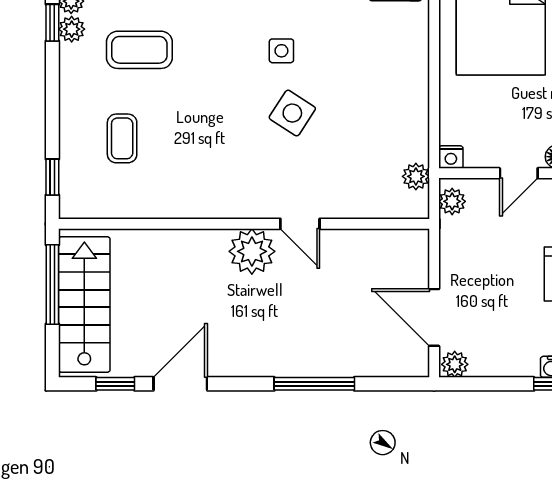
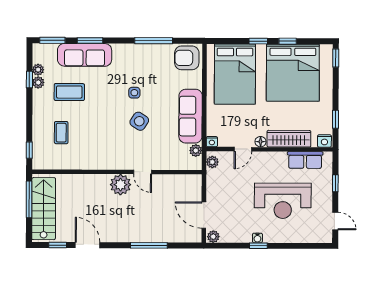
sofa: (404, 101) -> (191, 116), added
door: (180, 384) -> (88, 245), hinge flipped

